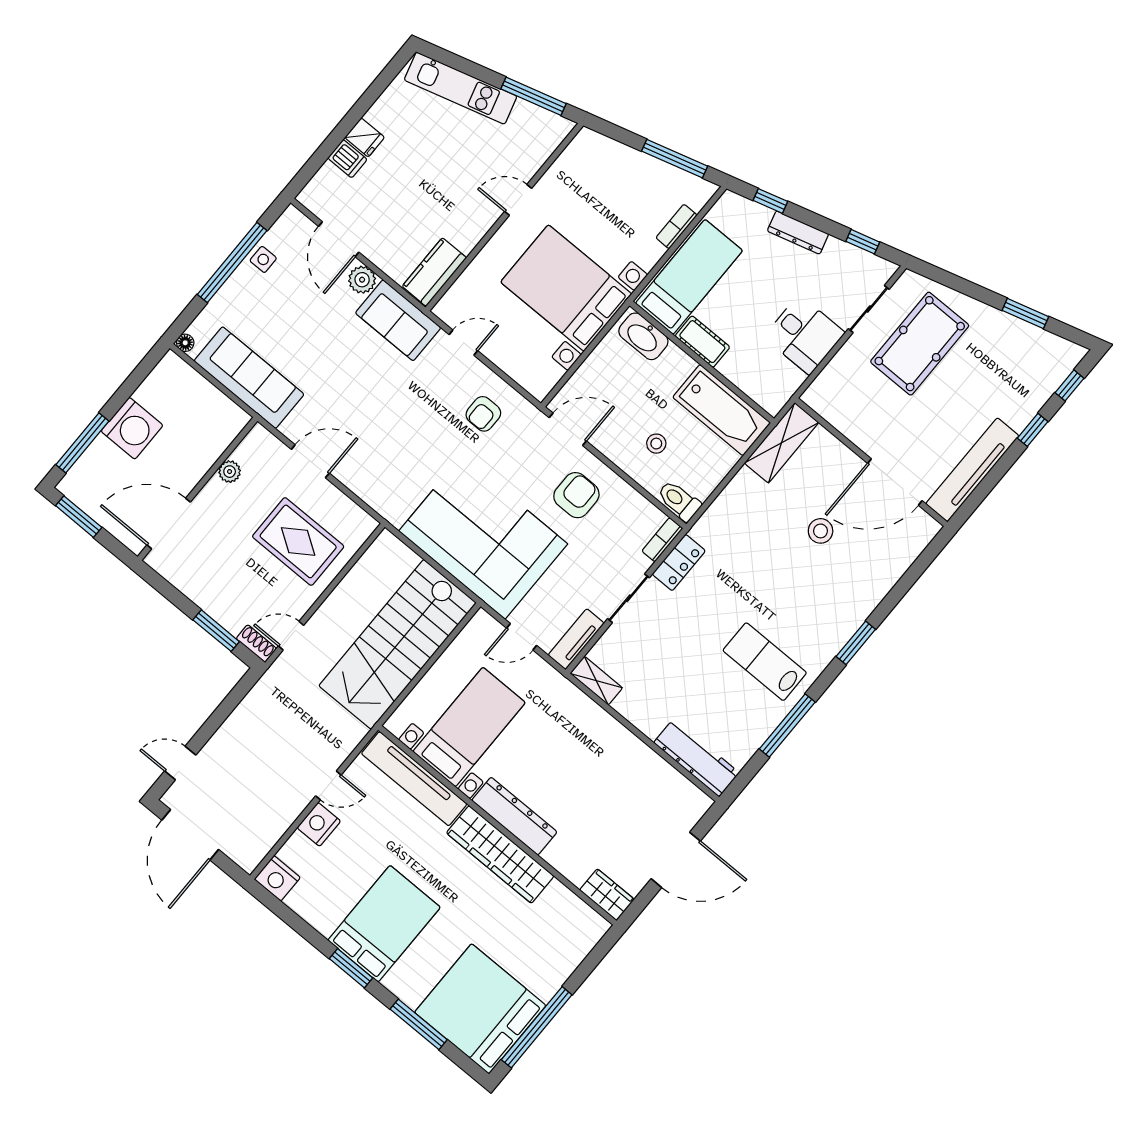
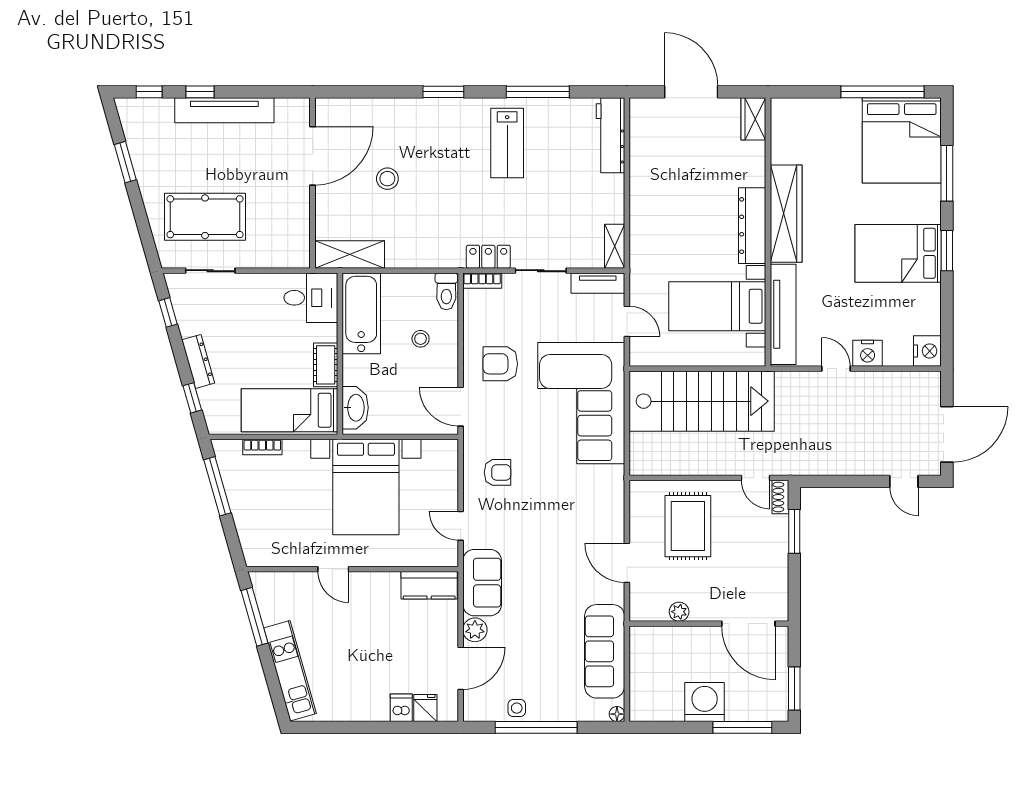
fridge: (365, 137) -> (425, 708), moved
desk: (804, 335) -> (311, 298), moved, turned 90
tv unit: (972, 470) -> (224, 110), moved
door: (895, 482) -> (313, 156), hinge flipped

